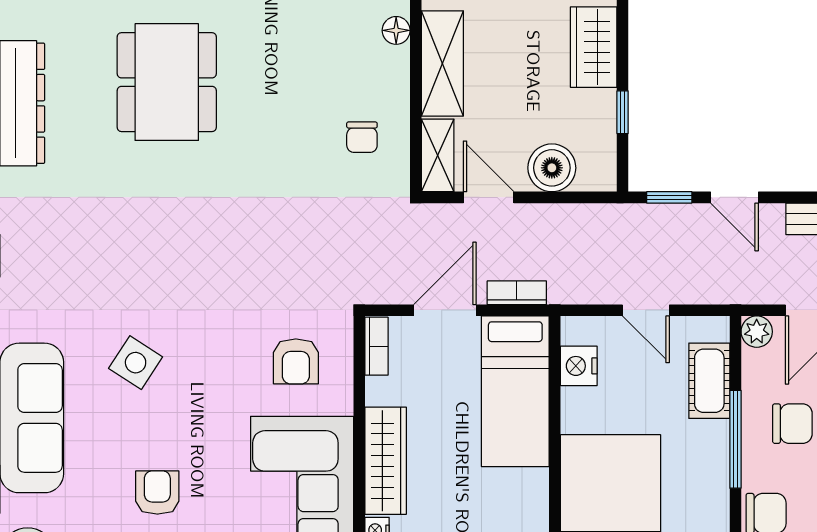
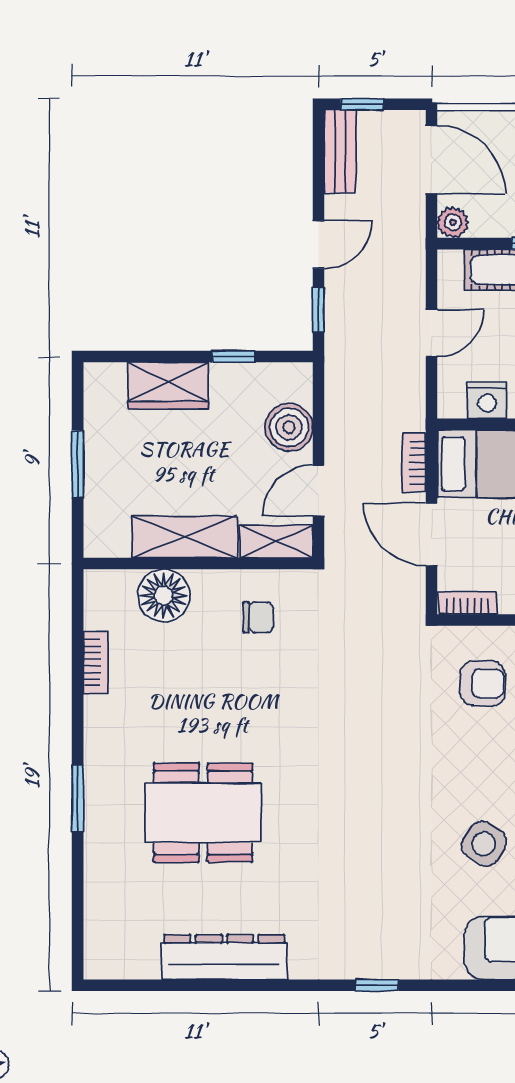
floor lamp: (396, 30) -> (164, 595), width x1.89, depth x1.89

